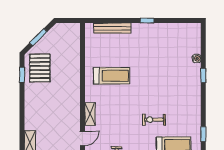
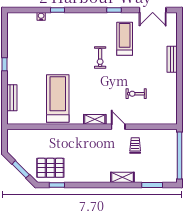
bench: (112, 28) -> (12, 98), width x0.73
treadmill: (112, 76) -> (58, 98), width x1.37, depth x1.38

